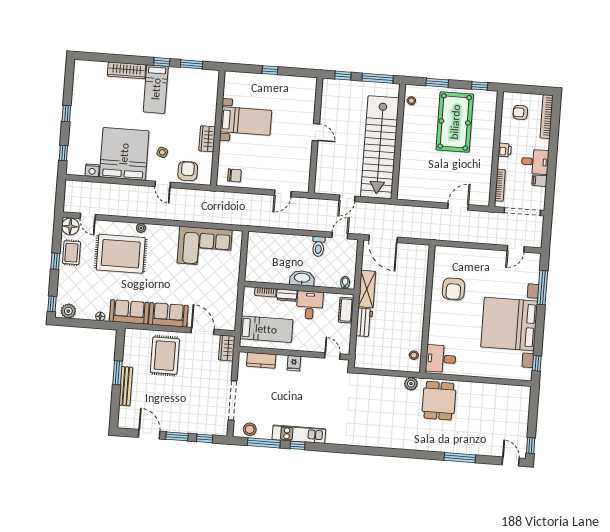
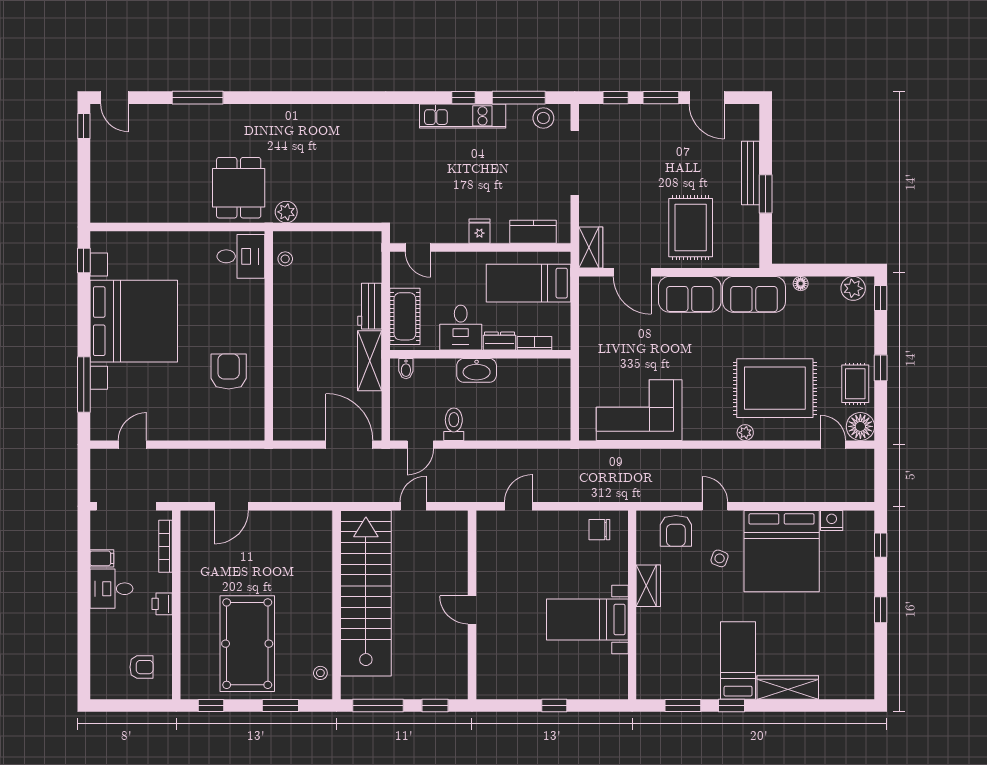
bookcase: (547, 117) -> (98, 664), removed
cot: (346, 310) -> (405, 316), width x1.37, depth x1.34

